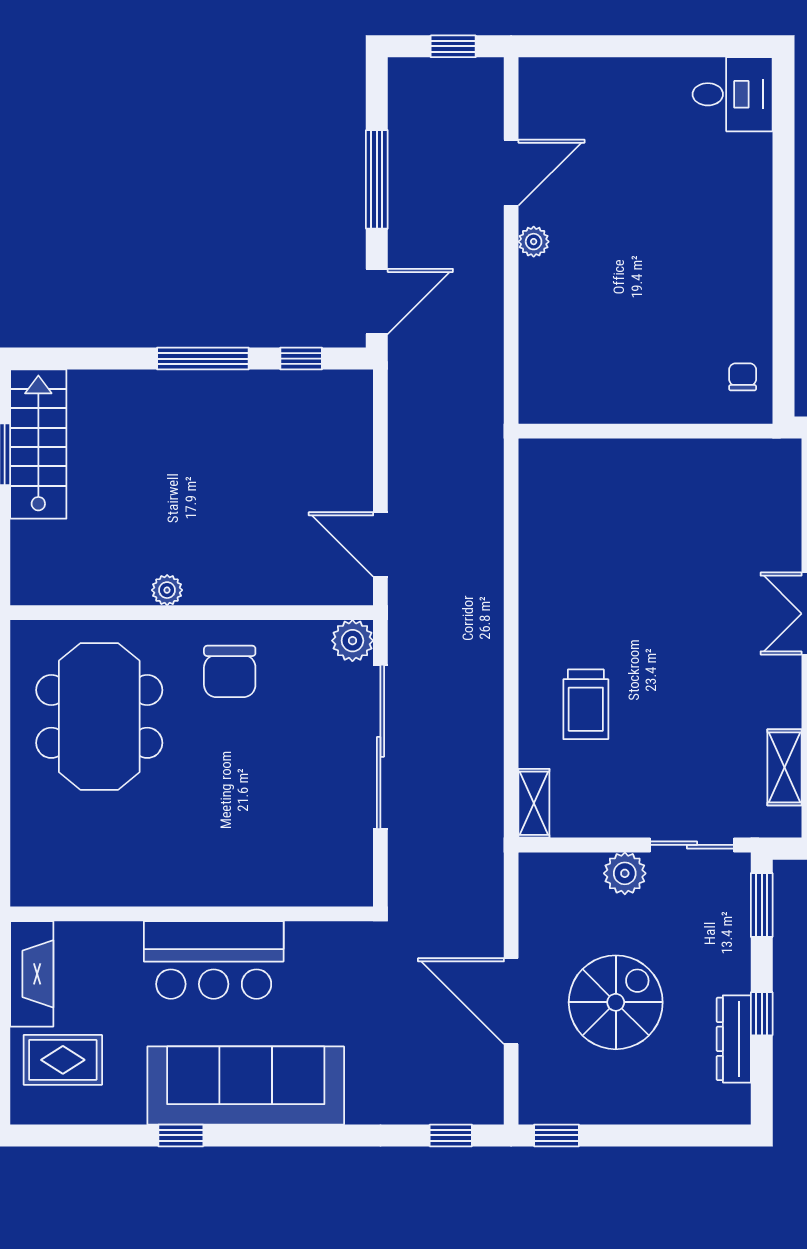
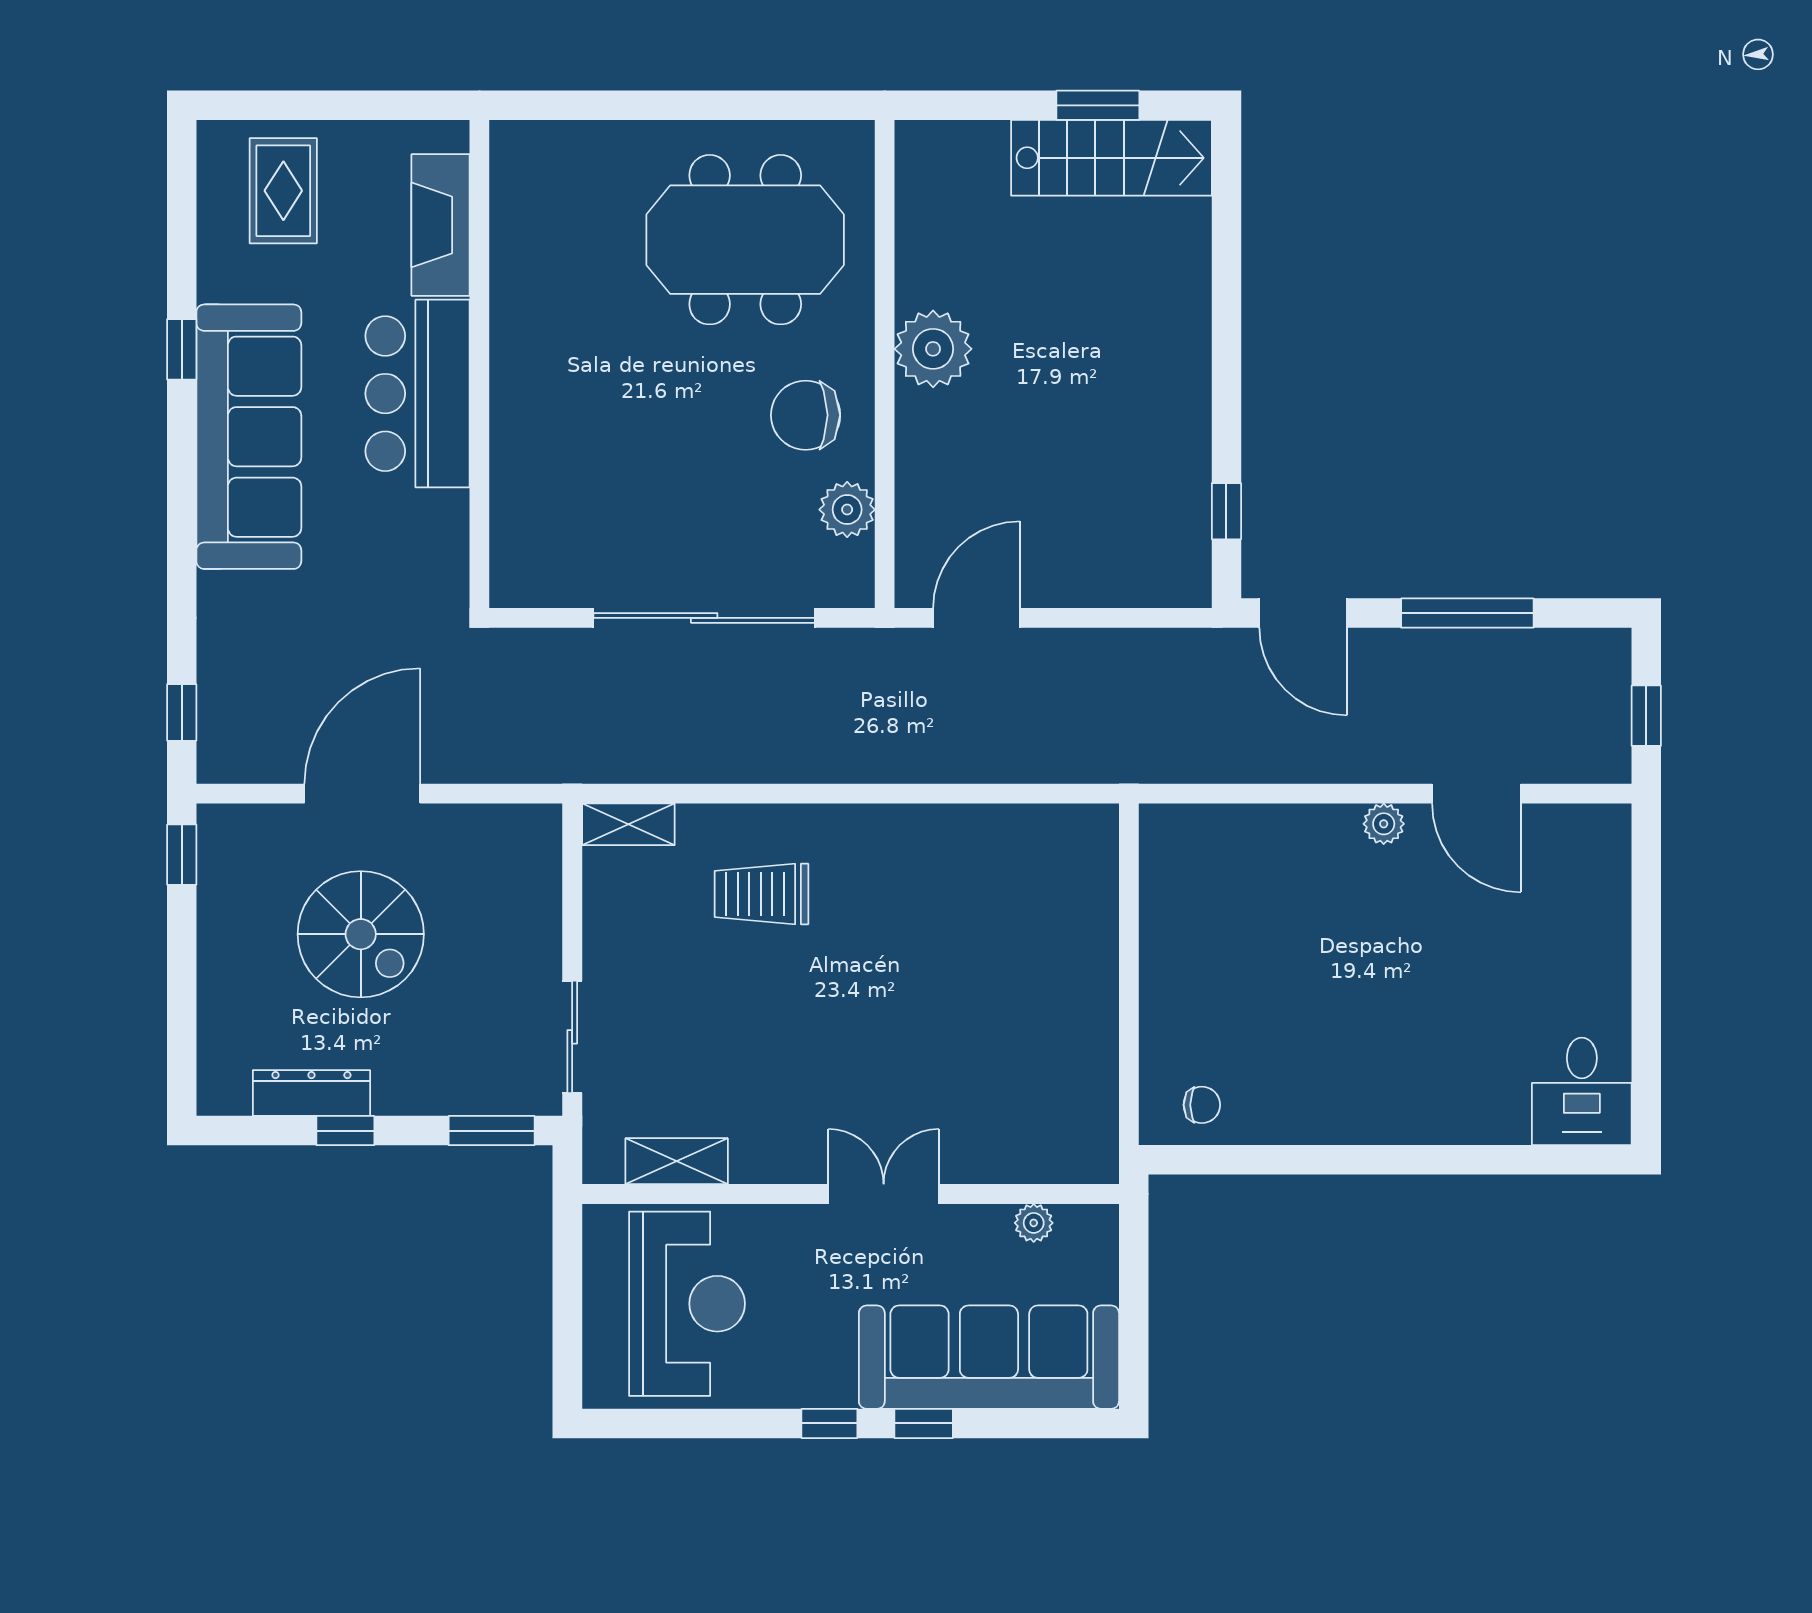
window: (203, 359) -> (1226, 379), removed
plant: (167, 590) -> (933, 349), width x1.87, depth x1.87
plant: (352, 641) -> (847, 510), moved
plant: (625, 873) -> (534, 946), removed
fireplace: (32, 974) -> (441, 225), moved, turned 90

